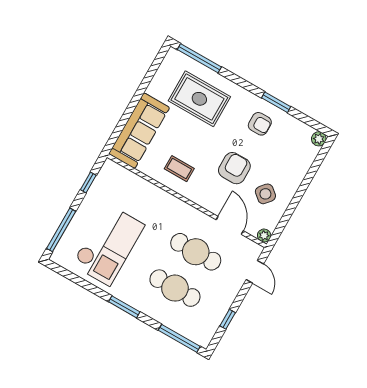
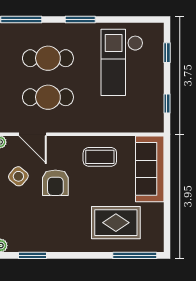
window: (276, 102) -> (32, 255), moved
armchair: (260, 124) -> (55, 230), removed
coffee table: (179, 169) -> (100, 157), width x1.36, depth x1.30
window: (61, 230) -> (167, 53), width x0.46

